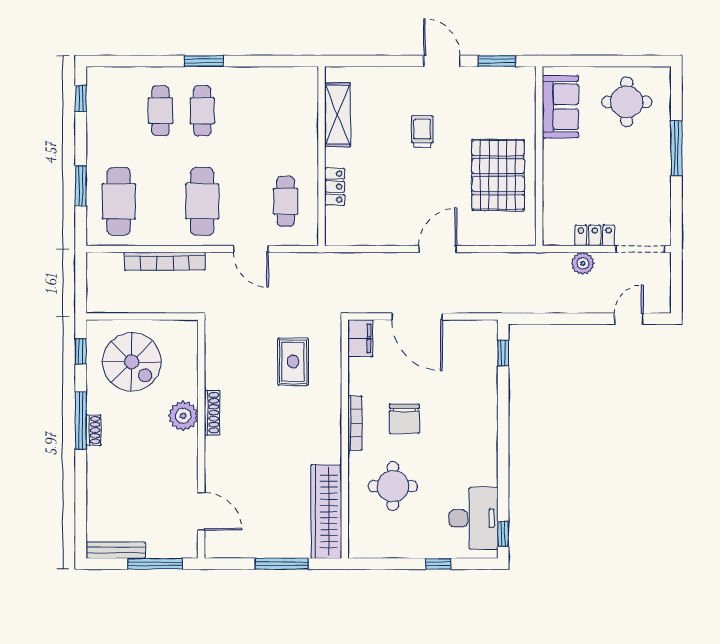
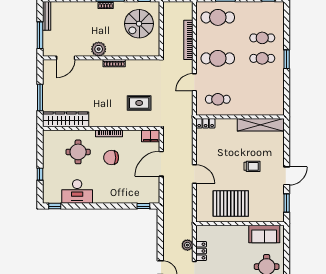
shelving: (337, 115) -> (260, 125), width x1.47
locker: (335, 187) -> (206, 123), moved
plant: (183, 416) -> (99, 49), moved
desk: (474, 518) -> (77, 191), moved

